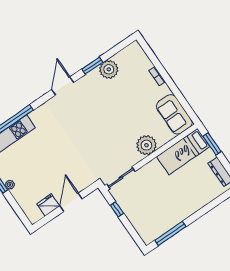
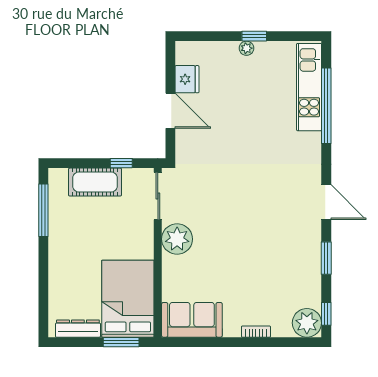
window: (122, 45) -> (326, 314), added
plant: (109, 69) -> (307, 323), moved
plant: (146, 145) -> (177, 239), moved
bed: (183, 152) -> (128, 299), width x1.50
cot: (136, 216) -> (95, 182), added

